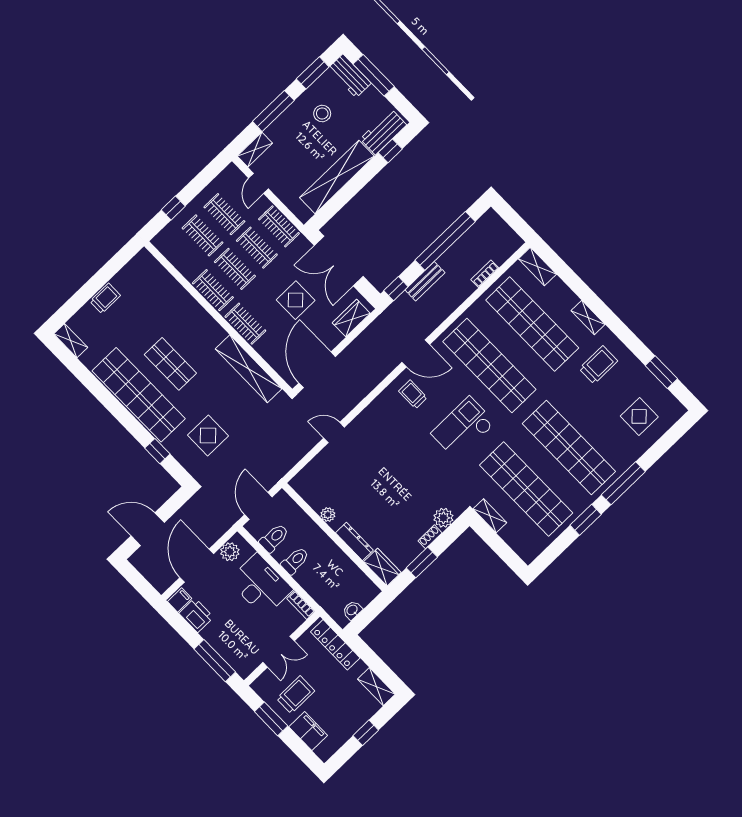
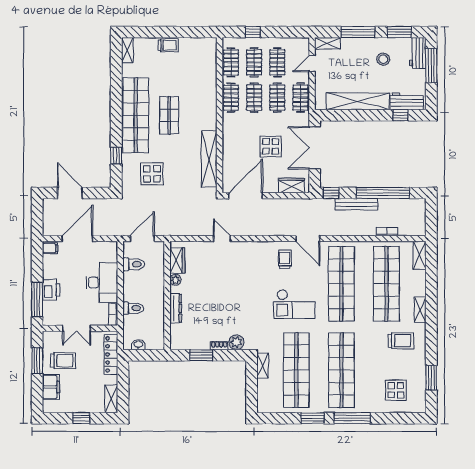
bench: (425, 281) -> (356, 204), width x1.36
clothes rail: (245, 324) -> (231, 62), moved
checkout: (463, 428) -> (294, 304), turned 180
plant: (230, 552) -> (103, 248), removed
toilet: (295, 561) -> (133, 308), moved
wardrobe: (382, 567) -> (177, 260), moved
printer: (196, 615) -> (51, 290), moved

